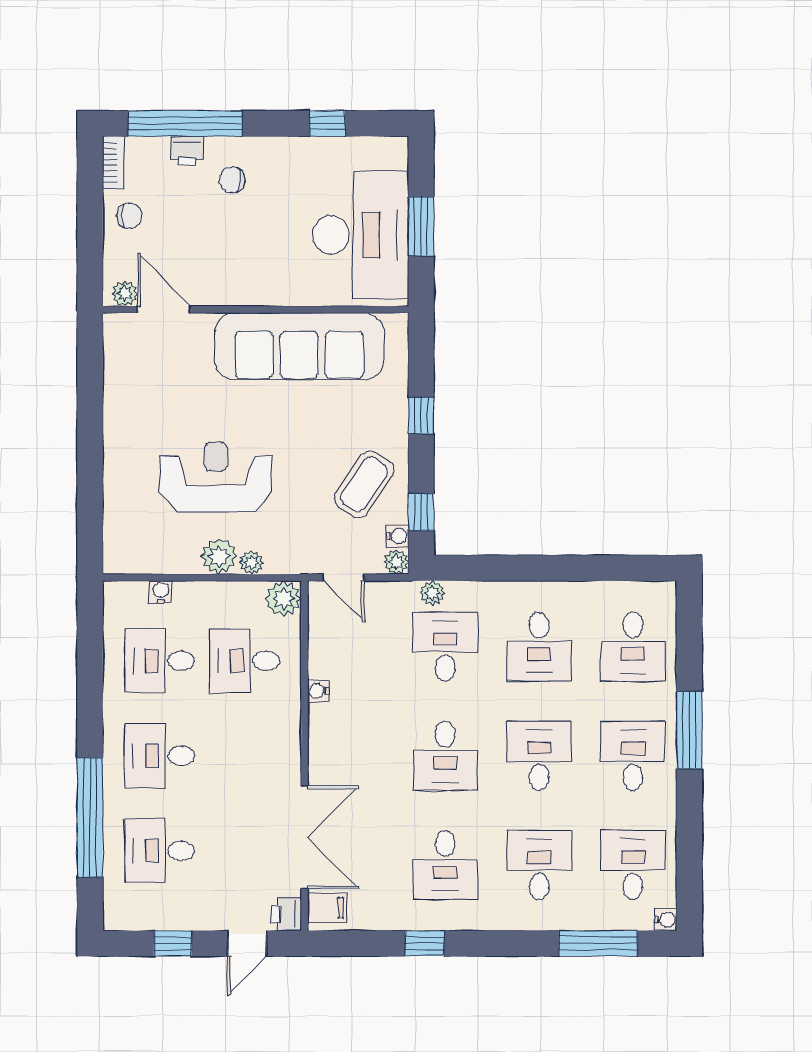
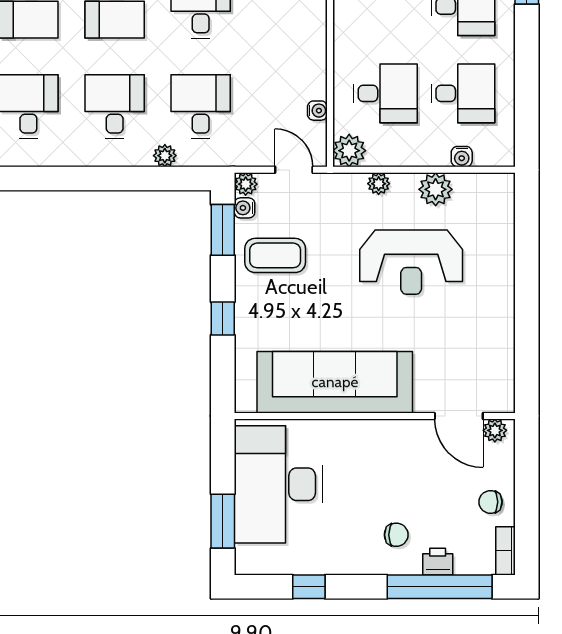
window: (421, 226) -> (223, 521), moved
coffee table: (364, 484) -> (275, 255), turned 56
window: (421, 512) -> (223, 230), width x1.50
plant: (219, 556) -> (436, 189), moved
plant: (432, 593) -> (165, 156), moved
desk: (445, 647) -> (201, 106), turned 180
water cooler: (318, 691) -> (317, 111), moved

